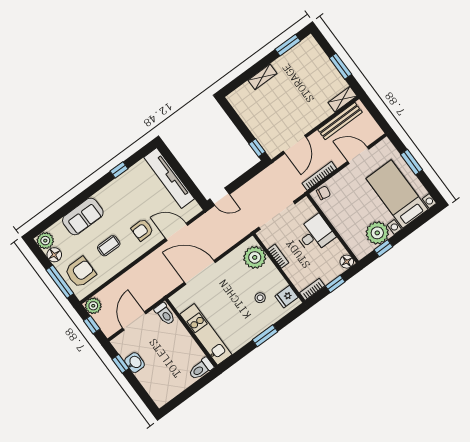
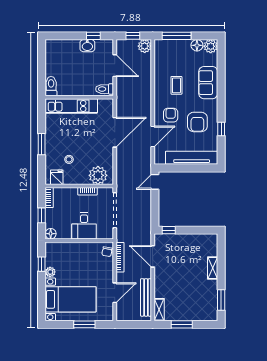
plant: (377, 233) -> (50, 272), width x0.53, depth x0.53
armchair: (80, 272) -> (197, 122), moved

